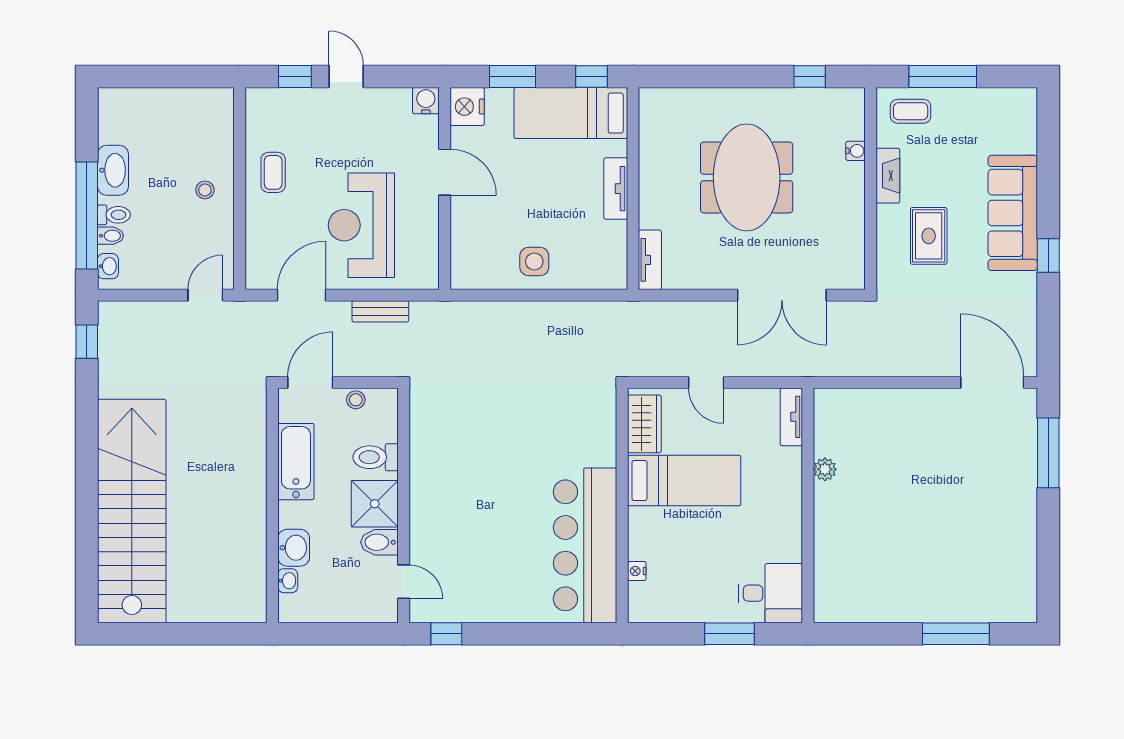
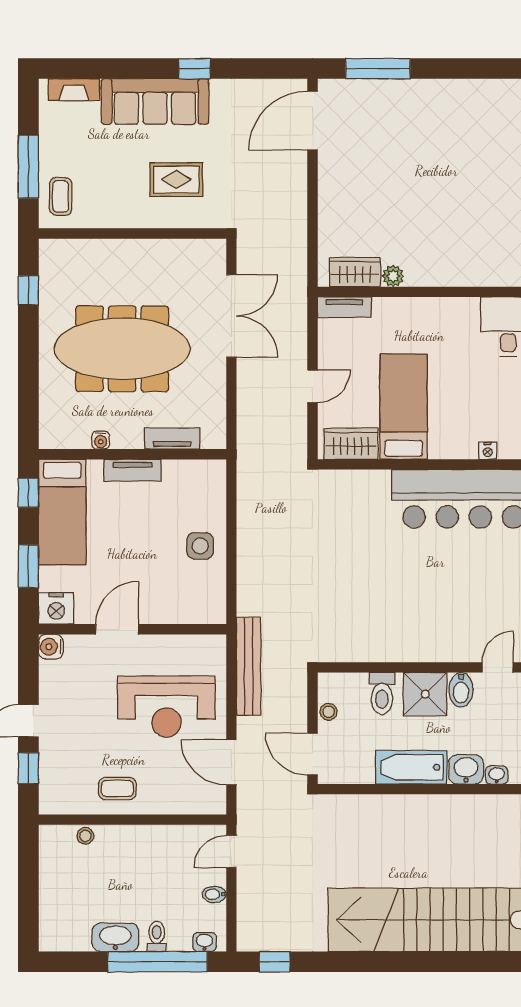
water cooler: (856, 151) -> (101, 440), moved, turned 180
fireplace: (888, 176) -> (74, 90), moved, turned 180
meeting table: (747, 177) -> (122, 349), width x1.36
stool: (205, 190) -> (85, 836), moved
bidet: (111, 236) -> (214, 894), moved, turned -90
tv unit: (650, 260) -> (172, 439), moved
door: (205, 295) -> (231, 851), hinge flipped
bench: (380, 311) -> (249, 666), width x1.86, depth x1.21
wardrobe: (829, 428) -> (355, 272), added
bathtub: (296, 462) -> (411, 767), moved

